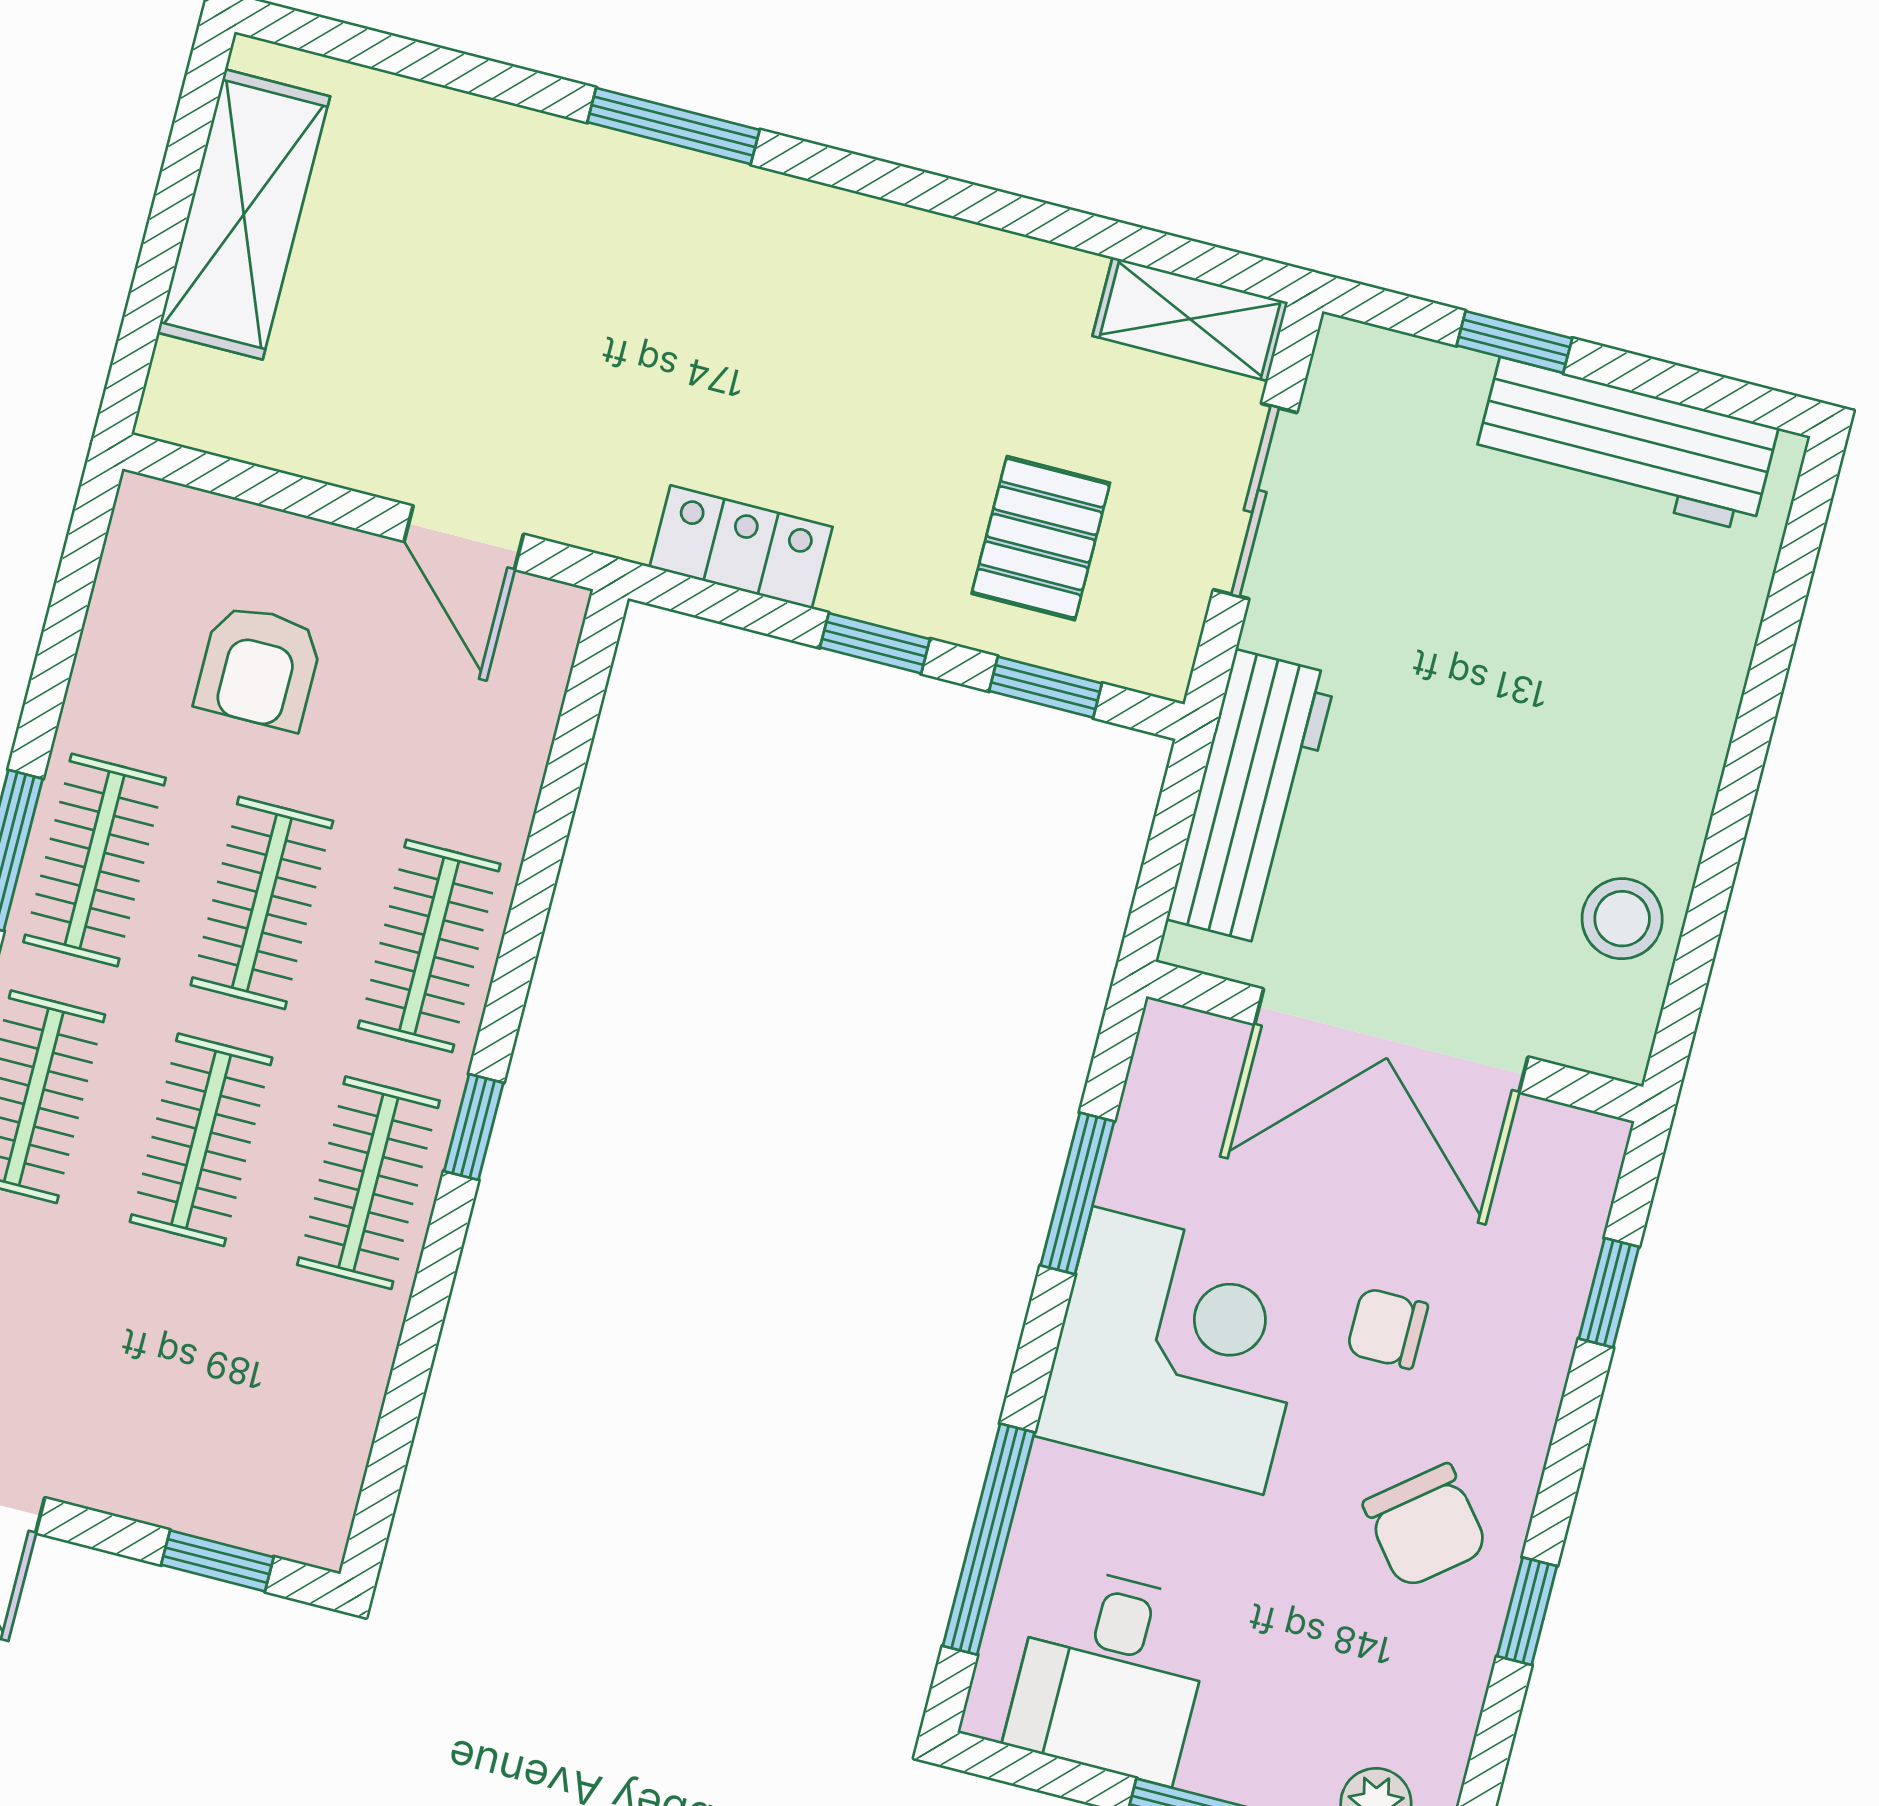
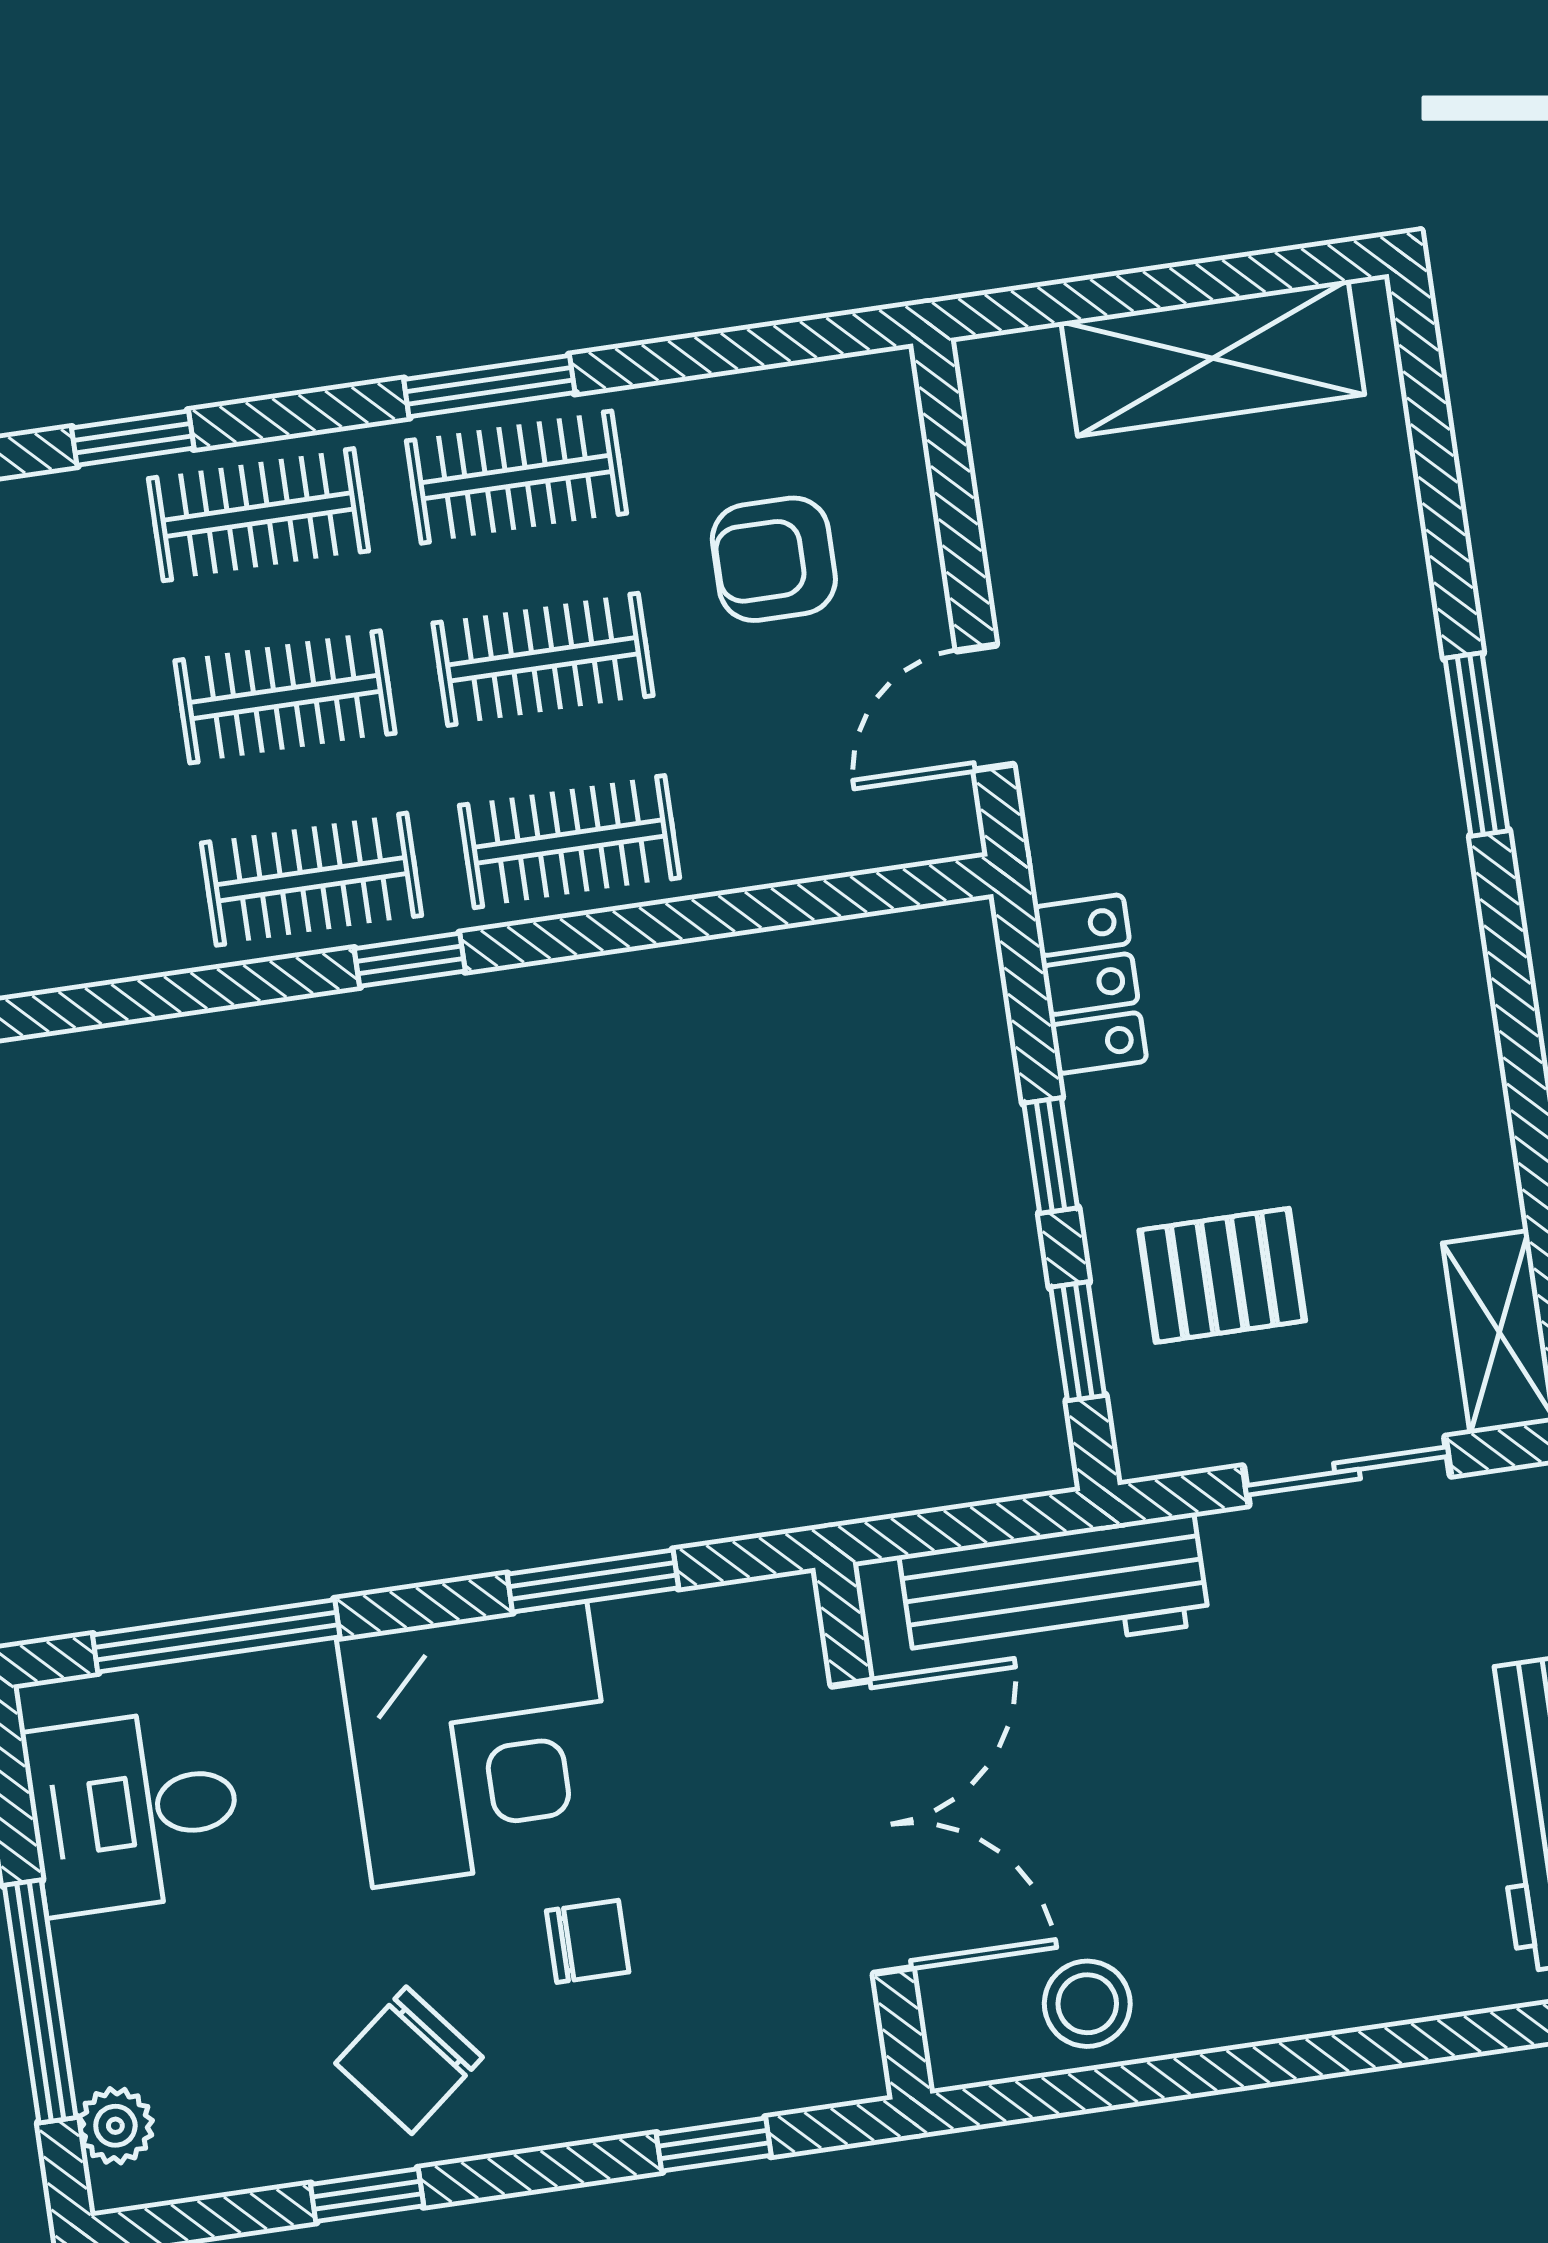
double door: (1391, 1041) -> (872, 1827), swing flipped
chair: (1387, 1328) -> (588, 1941), turned 90

